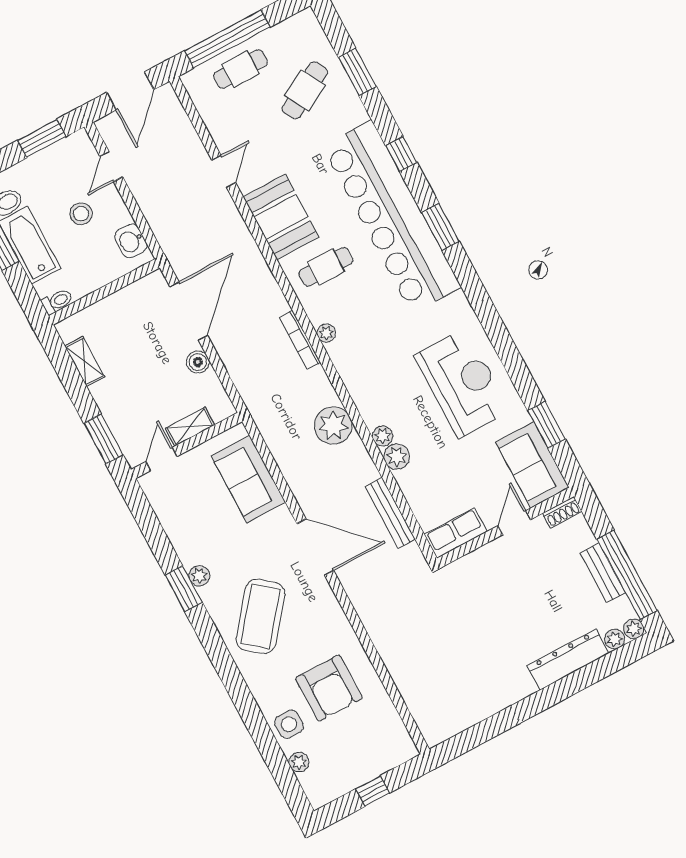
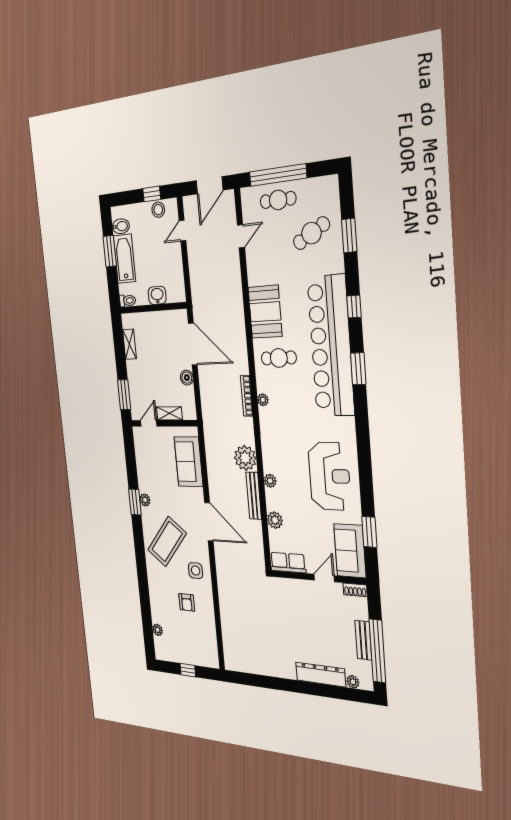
window: (42, 138) -> (152, 194), width x0.67
door: (224, 171) -> (241, 236), moved
stool: (81, 214) -> (158, 210), moved
washbasin: (131, 241) -> (157, 295), moved, turned 90
door: (189, 311) -> (193, 344), hinge flipped
plant: (397, 457) -> (275, 520), moved
bench: (390, 513) -> (254, 496), moved
plant: (634, 629) -> (367, 684), removed
armchair: (329, 688) -> (187, 602), width x0.53, depth x0.53
side table: (289, 724) -> (196, 571), moved

